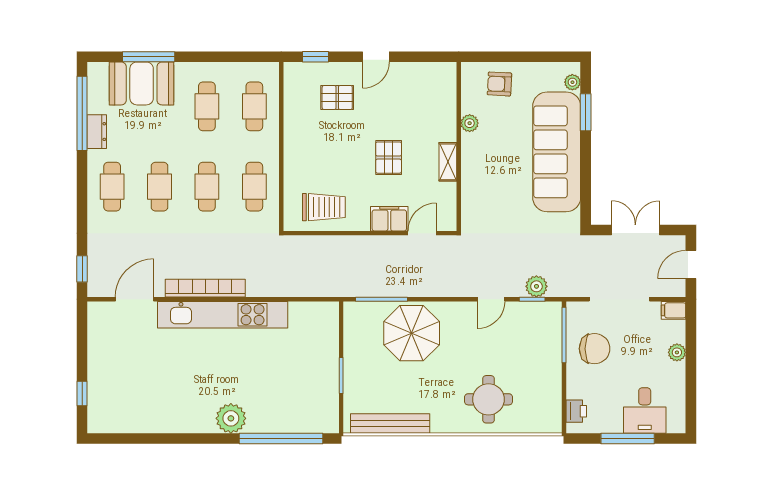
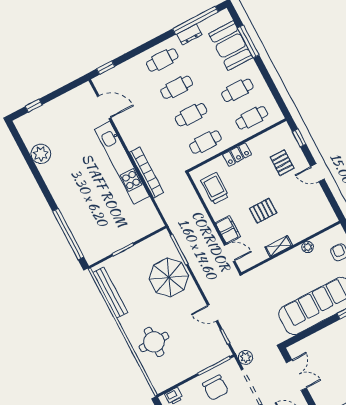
locker: (294, 153) -> (237, 155), added
trolley: (324, 207) -> (215, 188), turned 180
plant: (536, 286) -> (246, 357), moved
bookcase: (205, 288) -> (147, 172), moved
plant: (231, 418) -> (41, 154), moved

